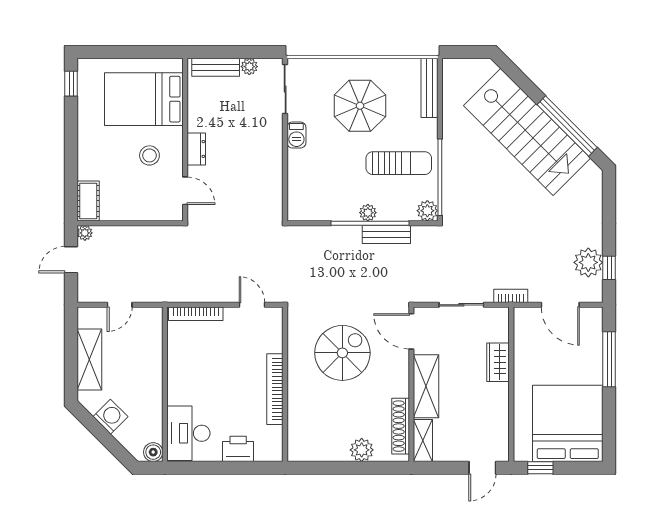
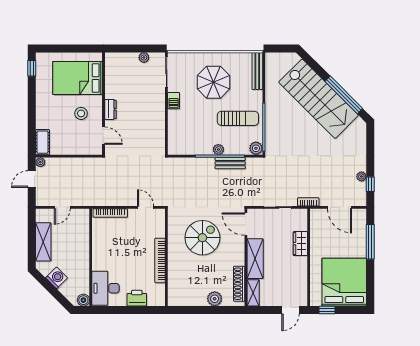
bench: (216, 67) -> (123, 58), removed
plant: (588, 262) -> (361, 177), width x0.53, depth x0.53

